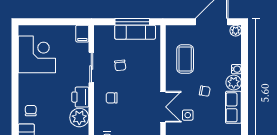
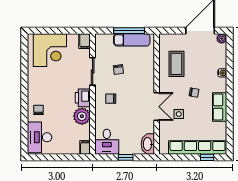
corner desk: (37, 54) -> (50, 50), moved, turned 90
plant: (234, 83) -> (220, 85), removed

